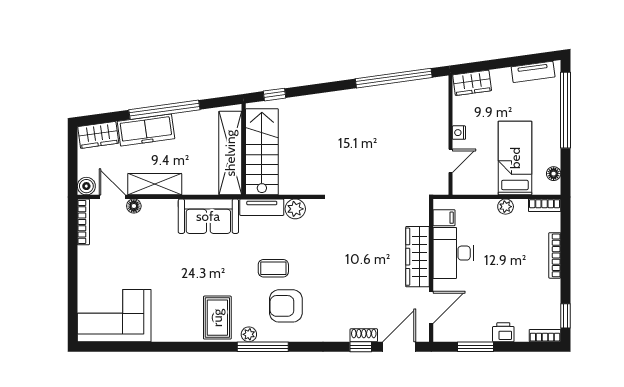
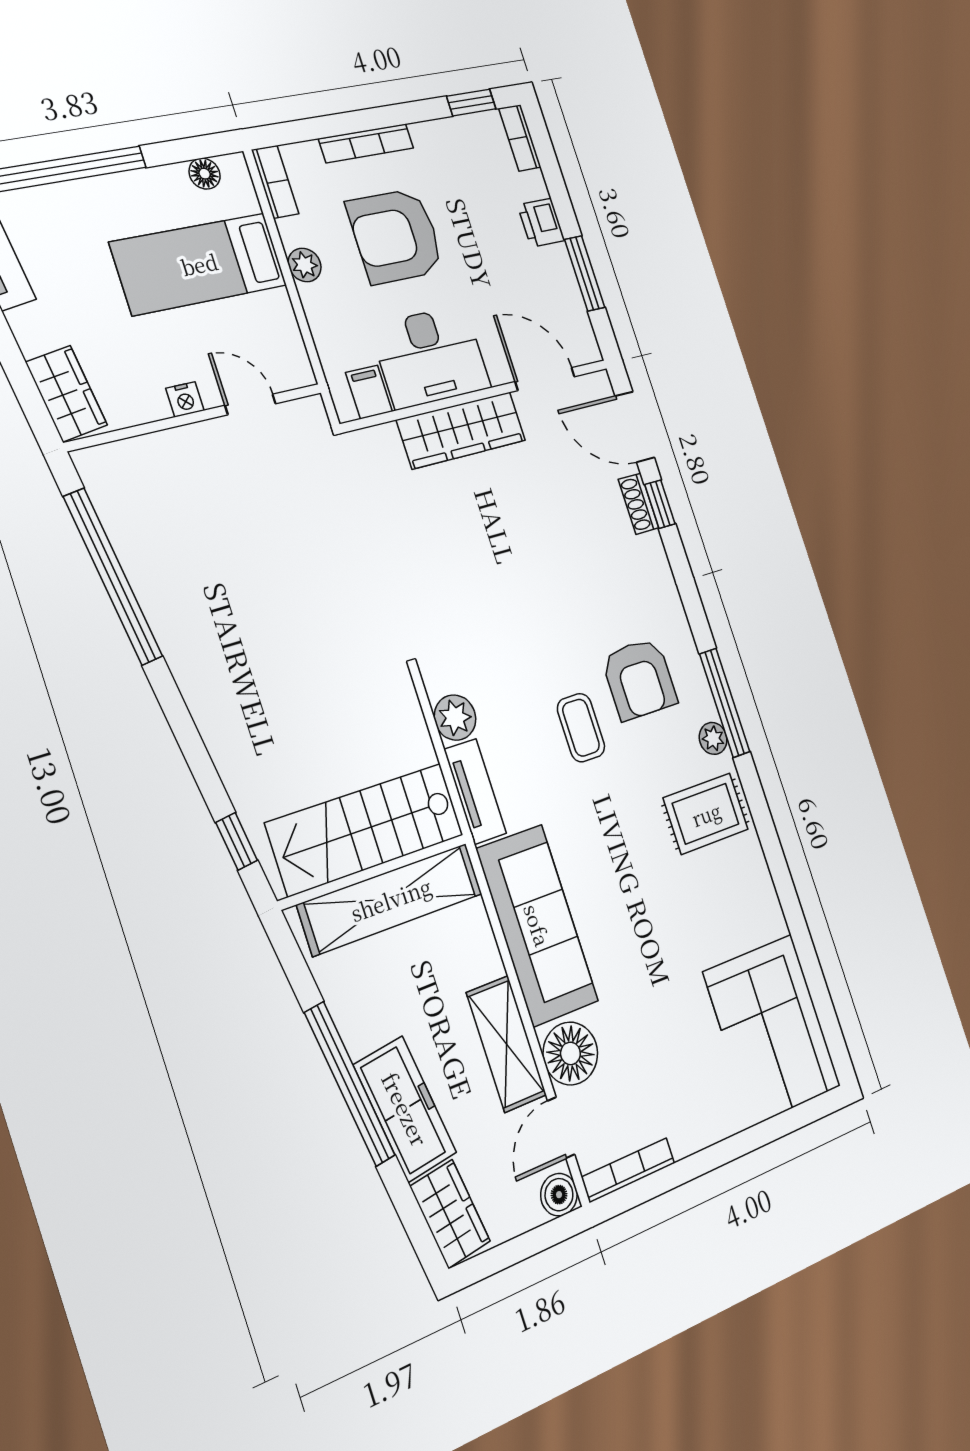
floor lamp: (134, 206) -> (570, 1053), width x1.89, depth x1.89
sofa: (208, 216) -> (537, 925), width x1.36
armchair: (510, 255) -> (396, 236), added

